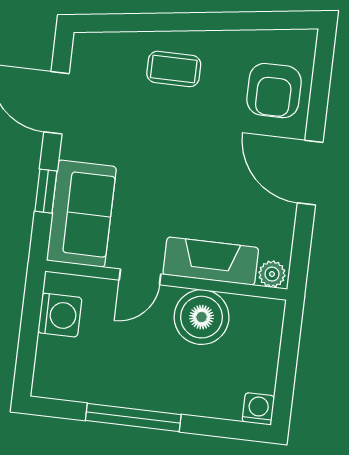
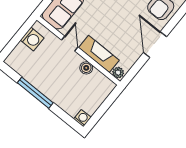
door: (140, 277) -> (70, 44), swing flipped
boiler: (202, 317) -> (86, 68), width x0.54, depth x0.54

